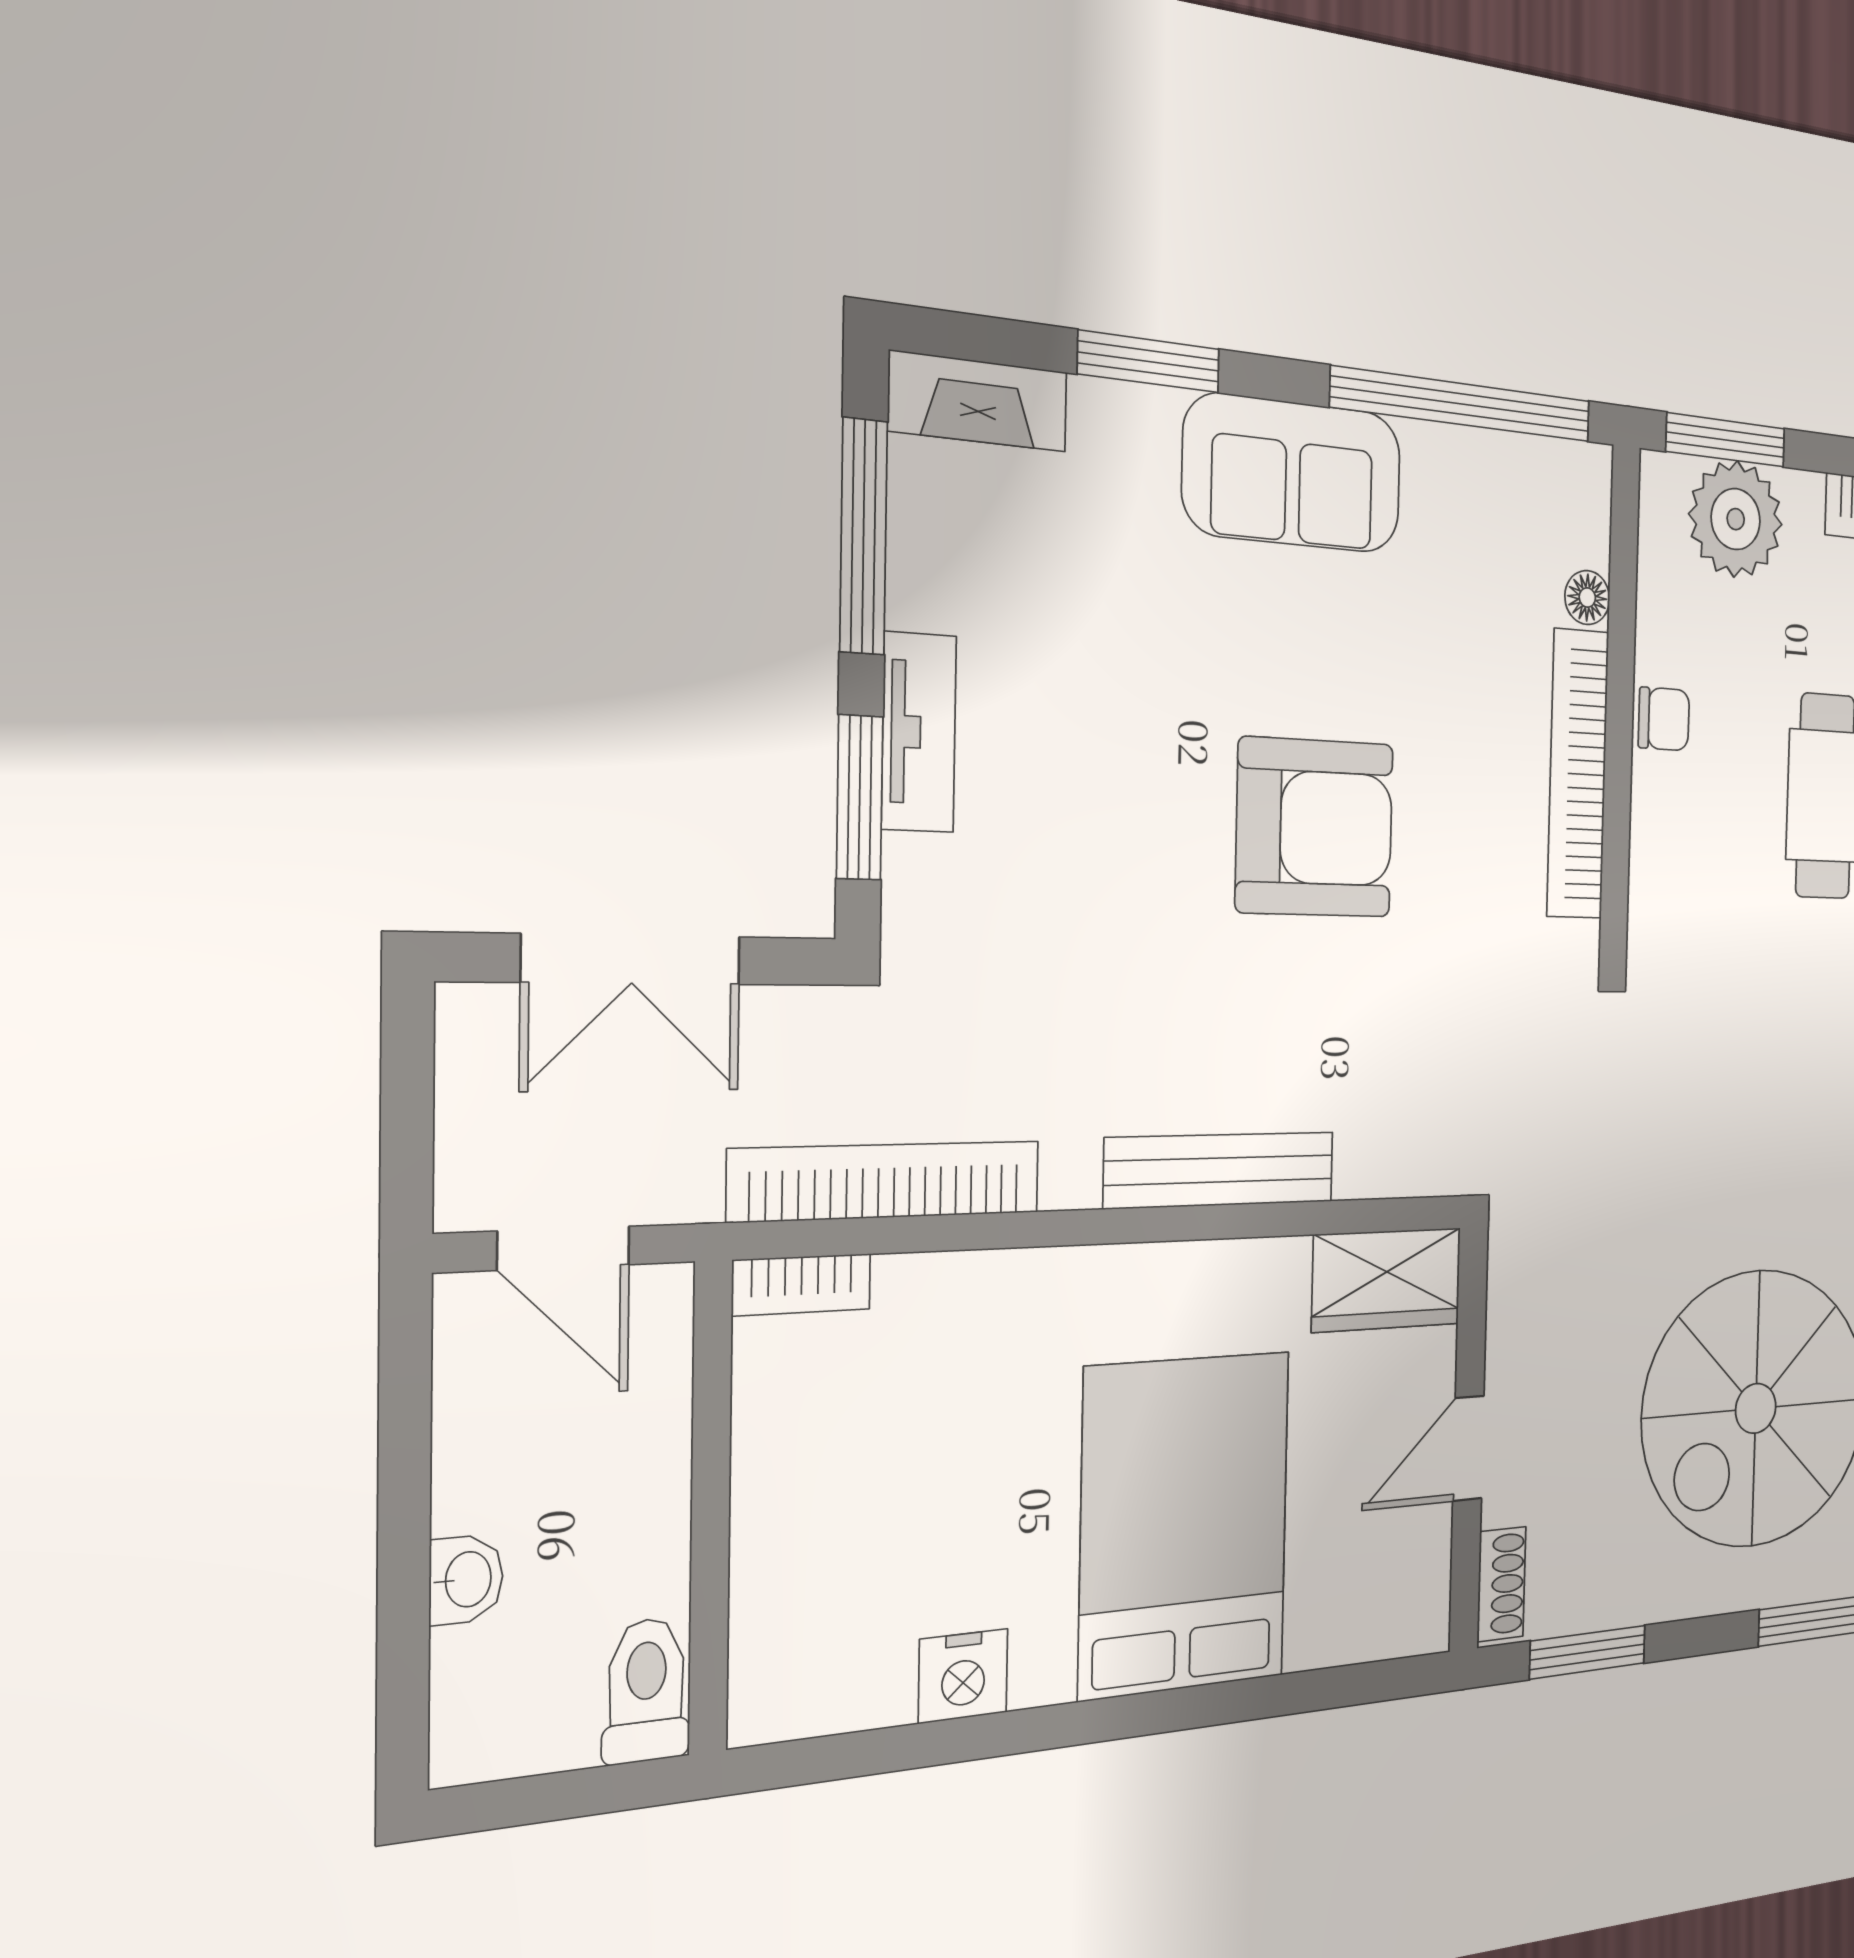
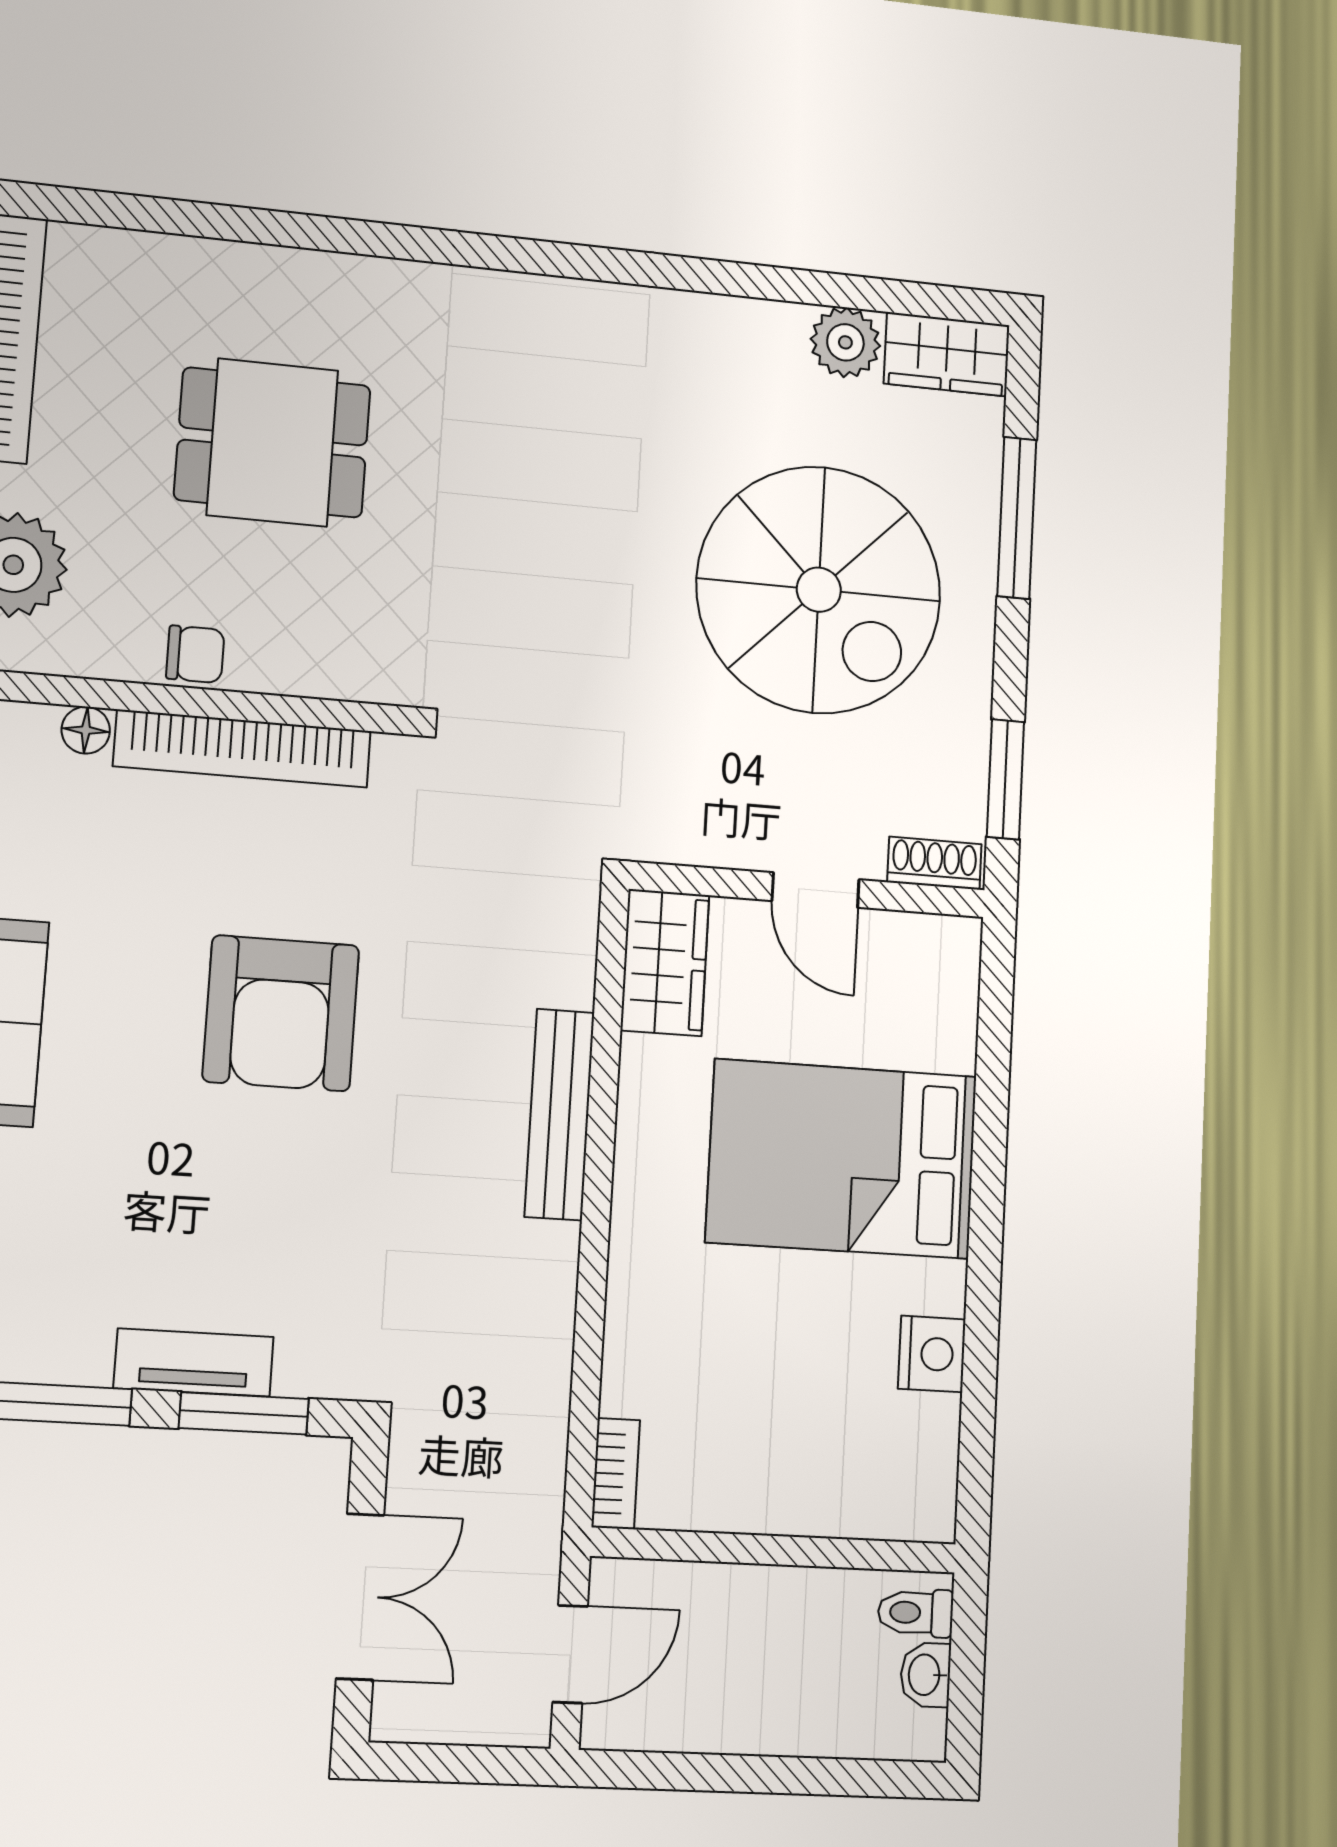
chair: (1664, 719) -> (195, 654), turned 90
armchair: (1315, 828) -> (281, 1013), turned 180
bookcase: (886, 1181) -> (543, 1403), removed
washbasin: (466, 1579) -> (926, 1675), moved, turned -90
toilet: (646, 1690) -> (916, 1613), width x0.73, depth x0.72

